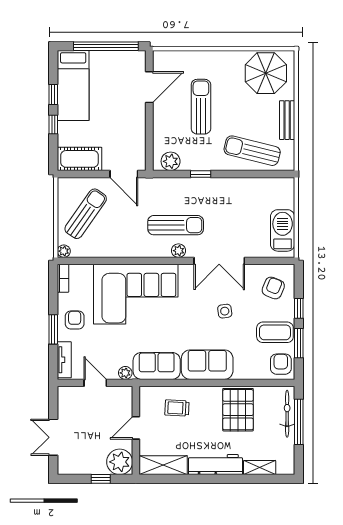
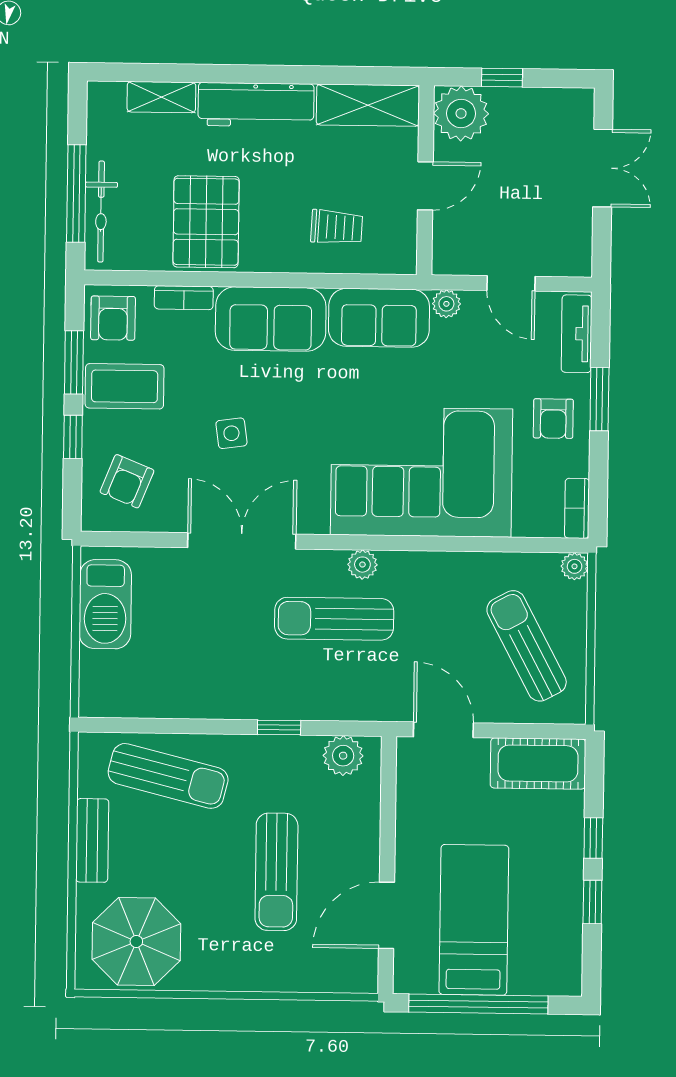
bed: (73, 86) -> (474, 920), moved
sun lounger: (86, 214) -> (527, 646), turned 117
plant: (179, 251) -> (362, 565), moved
bookcase: (248, 374) -> (184, 298), added

